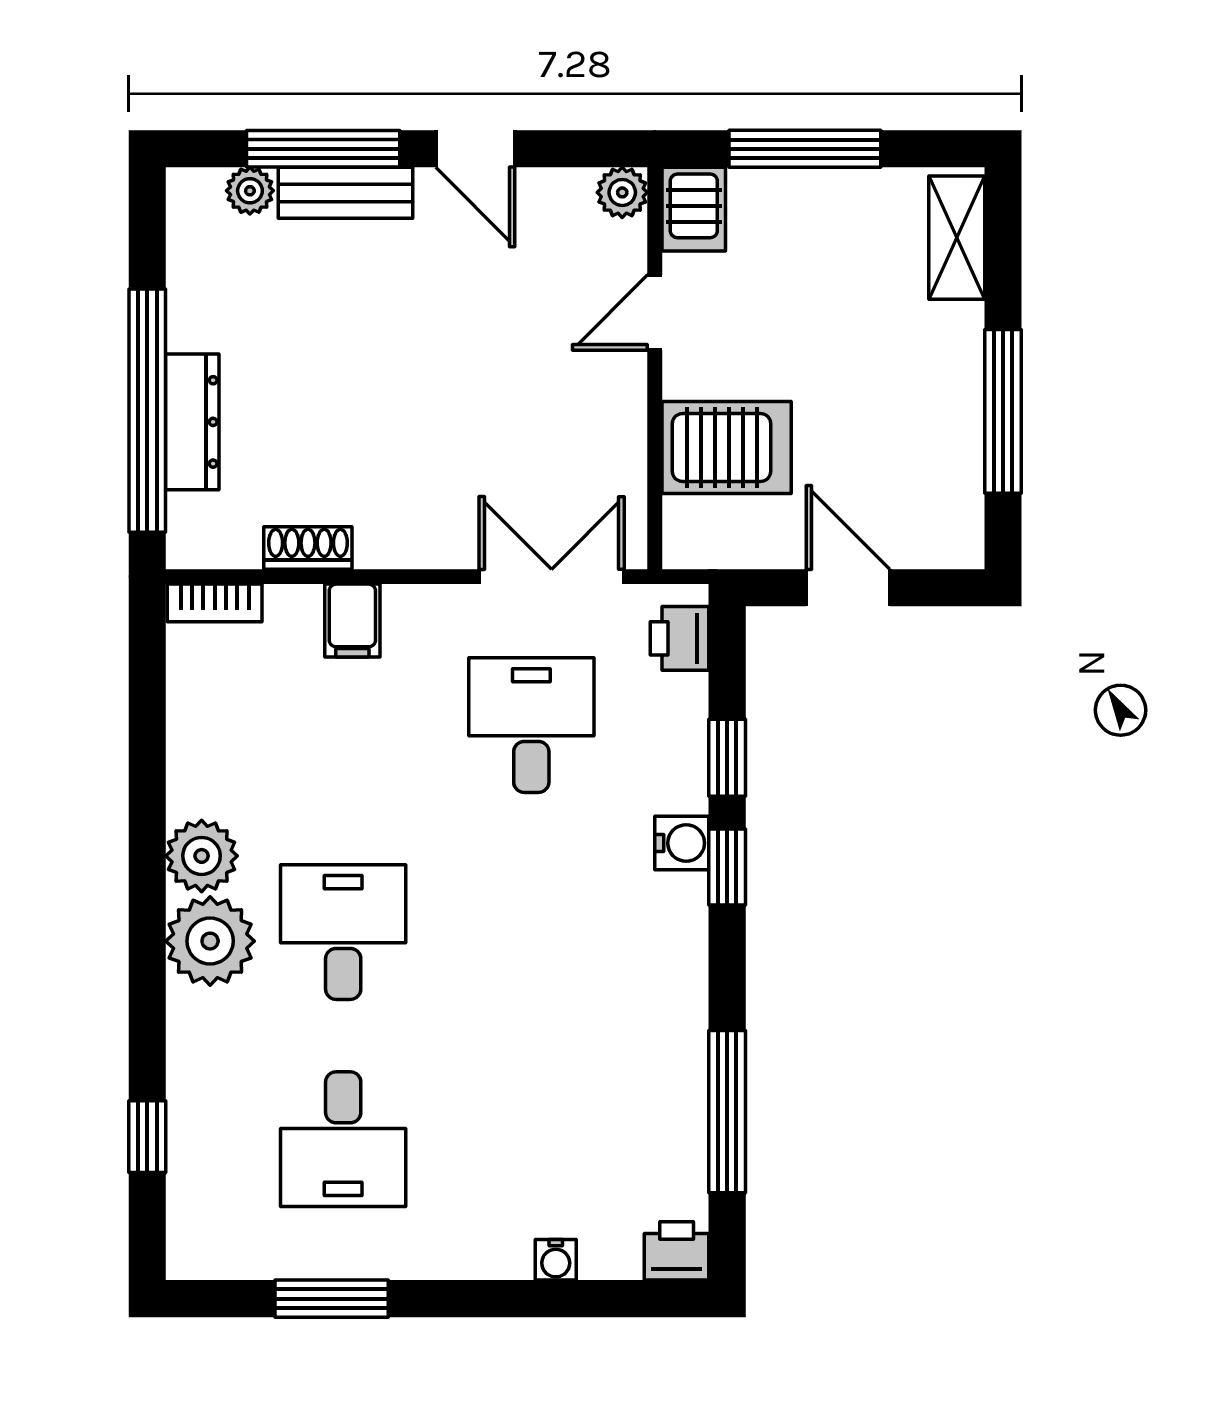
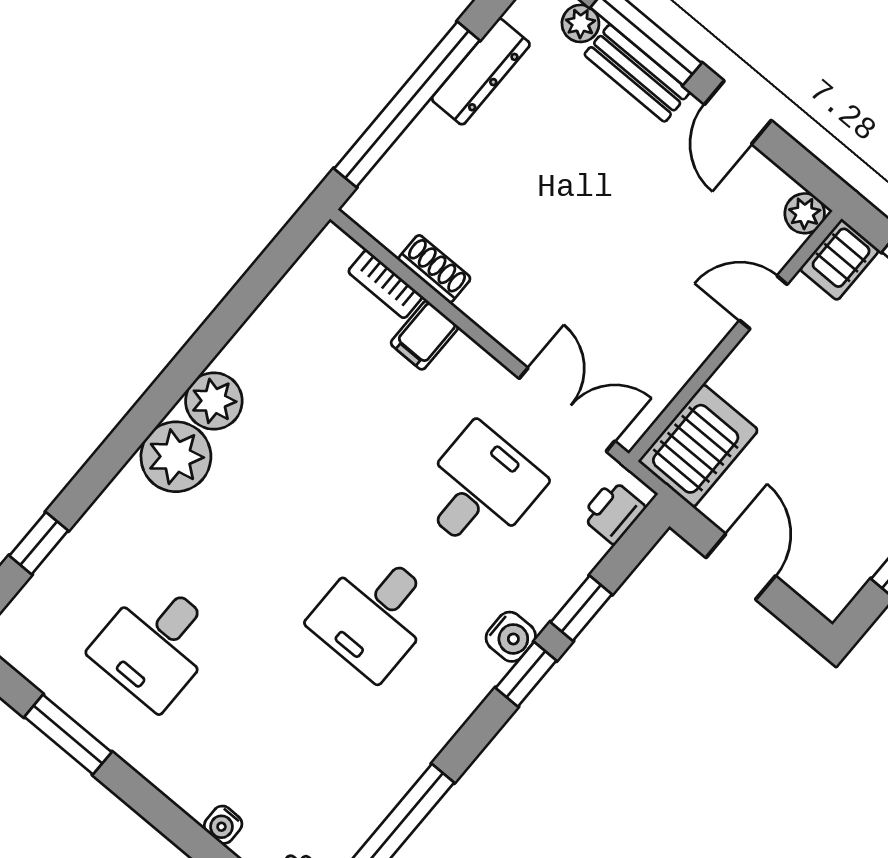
dresser: (192, 422) -> (481, 72), moved
server rack: (727, 447) -> (698, 446), moved, turned -90
bookcase: (215, 603) -> (385, 284), moved
desk: (343, 932) -> (375, 614), moved, turned 180

